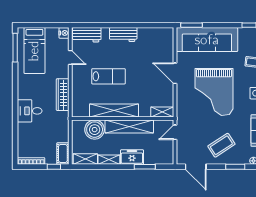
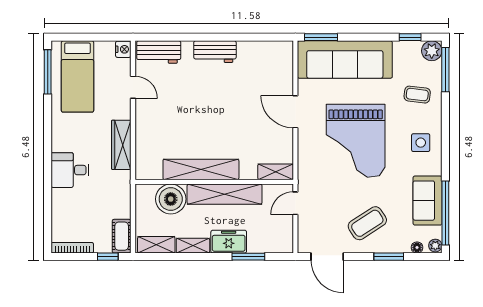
lab bench: (109, 76) -> (192, 116), removed

